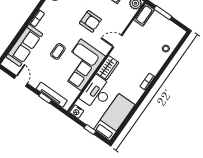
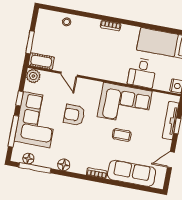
armchair: (90, 21) -> (74, 115), turned -90
door: (117, 41) -> (69, 74), moved
wardrobe: (108, 68) -> (115, 74), removed
desk: (97, 93) -> (142, 73), width x0.73

